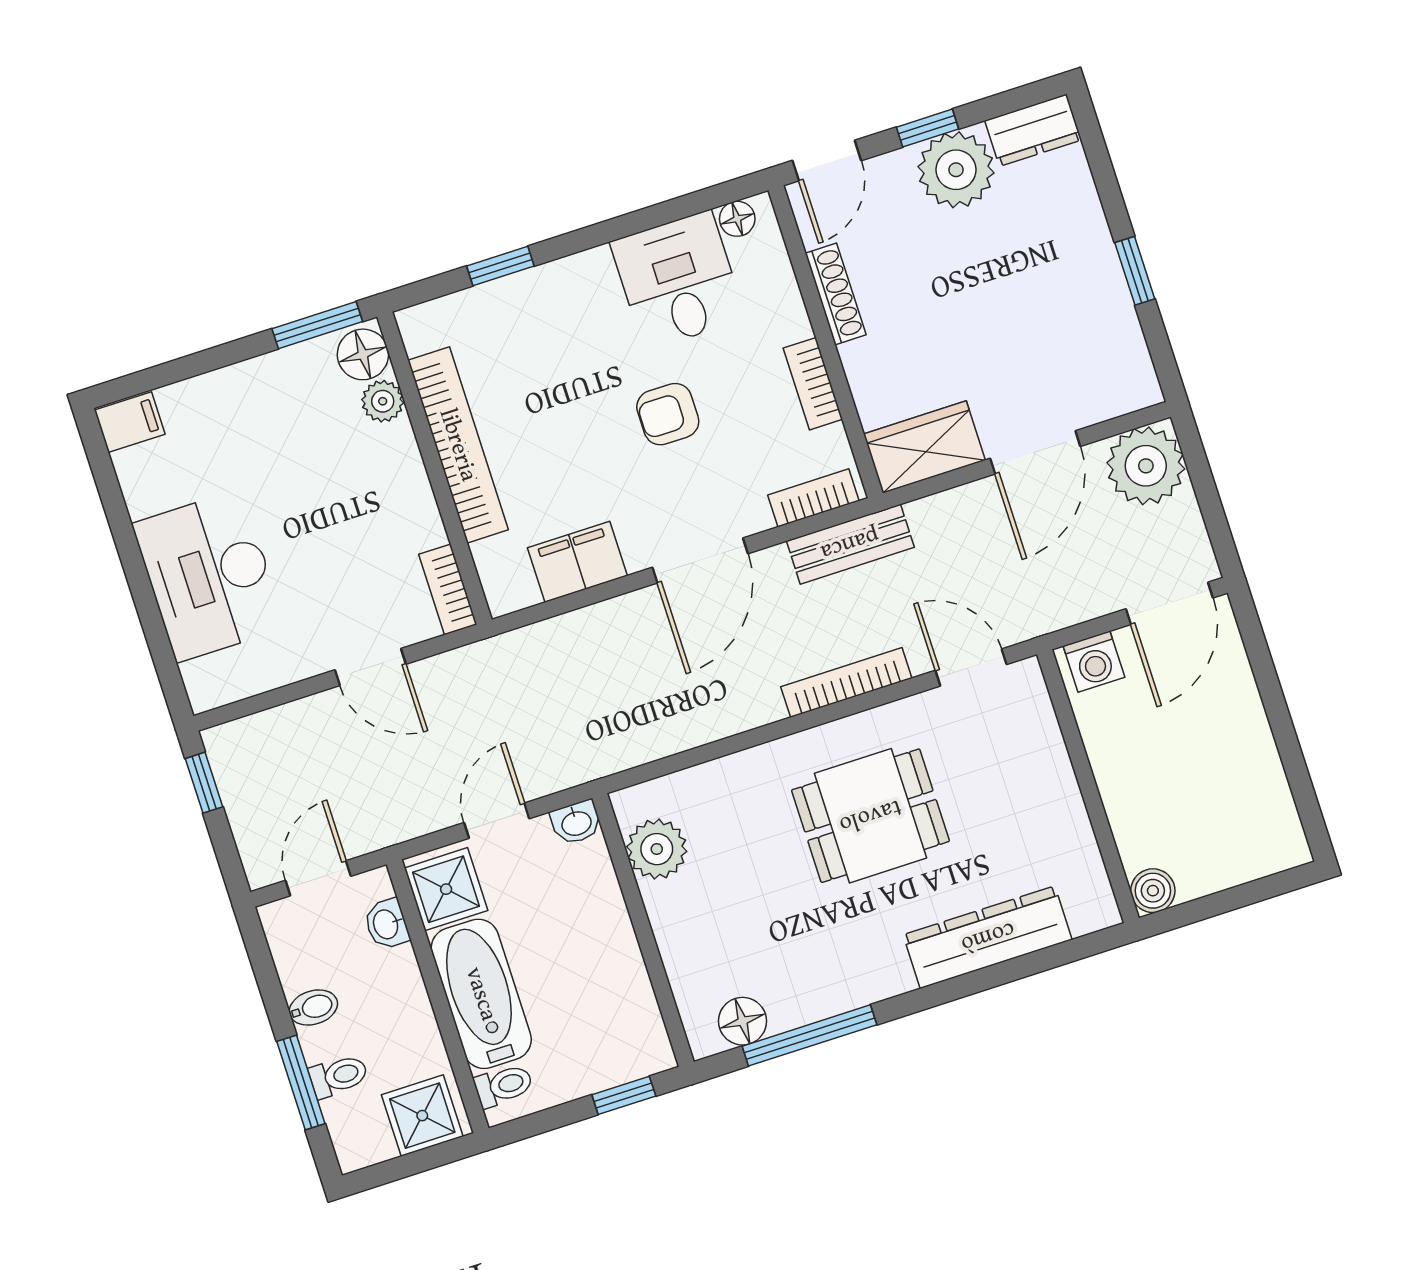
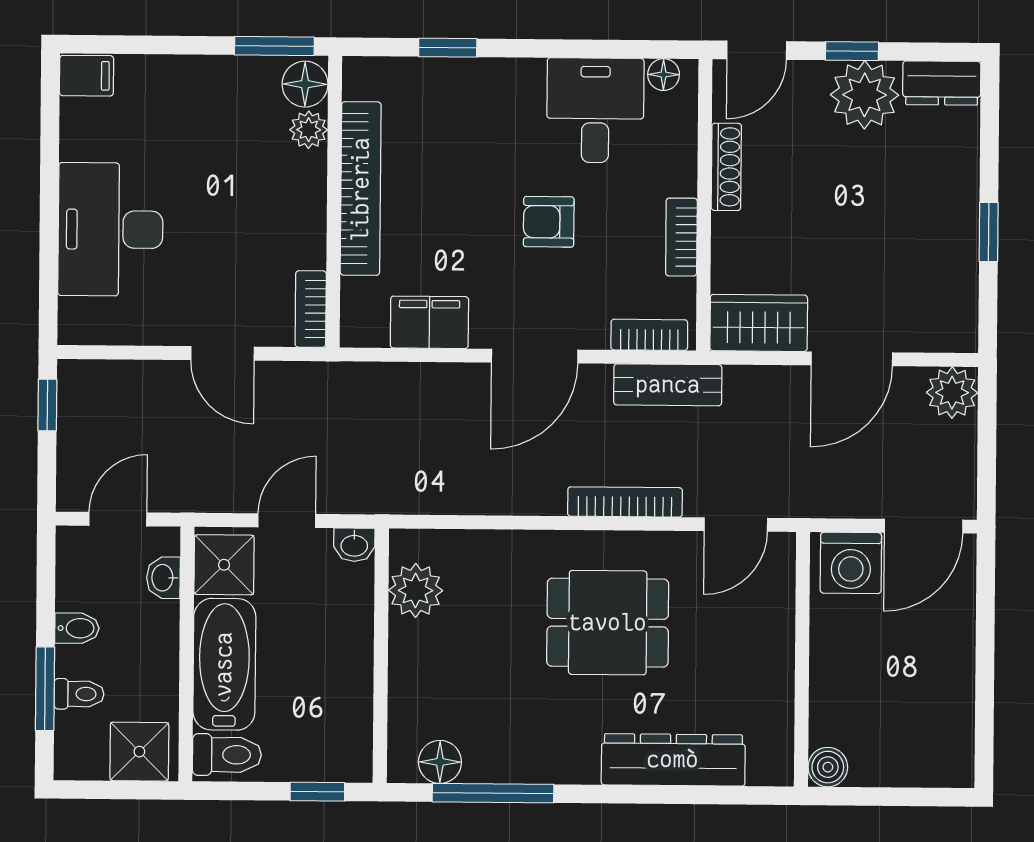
plant: (1146, 466) -> (952, 393), width x0.73, depth x0.73
washing machine: (1094, 662) -> (851, 563), width x1.38, depth x1.38
door: (971, 667) -> (736, 525), swing flipped
toilet: (504, 1086) -> (227, 755), width x1.37, depth x1.39

